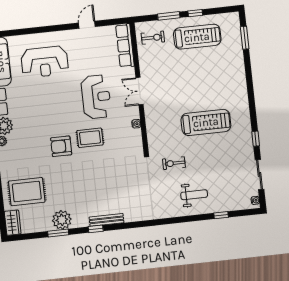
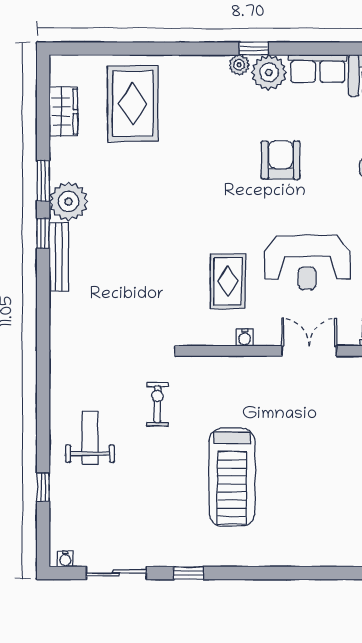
rug: (90, 138) -> (228, 281), moved
armchair: (61, 146) -> (281, 160), moved
weight bench: (194, 195) -> (90, 438), turned 180
plant: (62, 220) -> (69, 202), moved
wardrobe: (13, 223) -> (63, 111), moved, turned -90
window: (58, 233) -> (43, 181), moved

